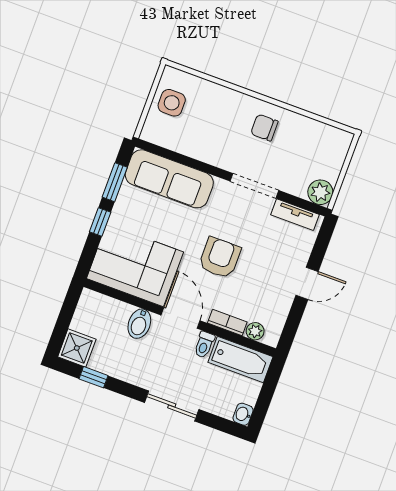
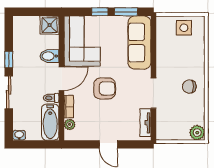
chair: (264, 128) -> (189, 87), turned -90
plant: (320, 192) -> (197, 133), moved
shower: (77, 348) -> (50, 25), moved
window: (93, 377) -> (9, 60), moved

